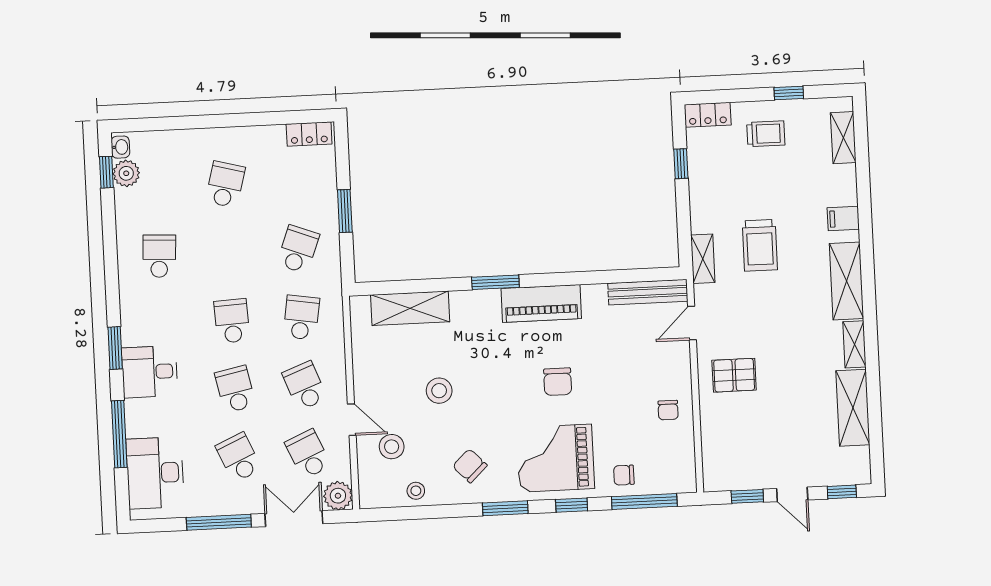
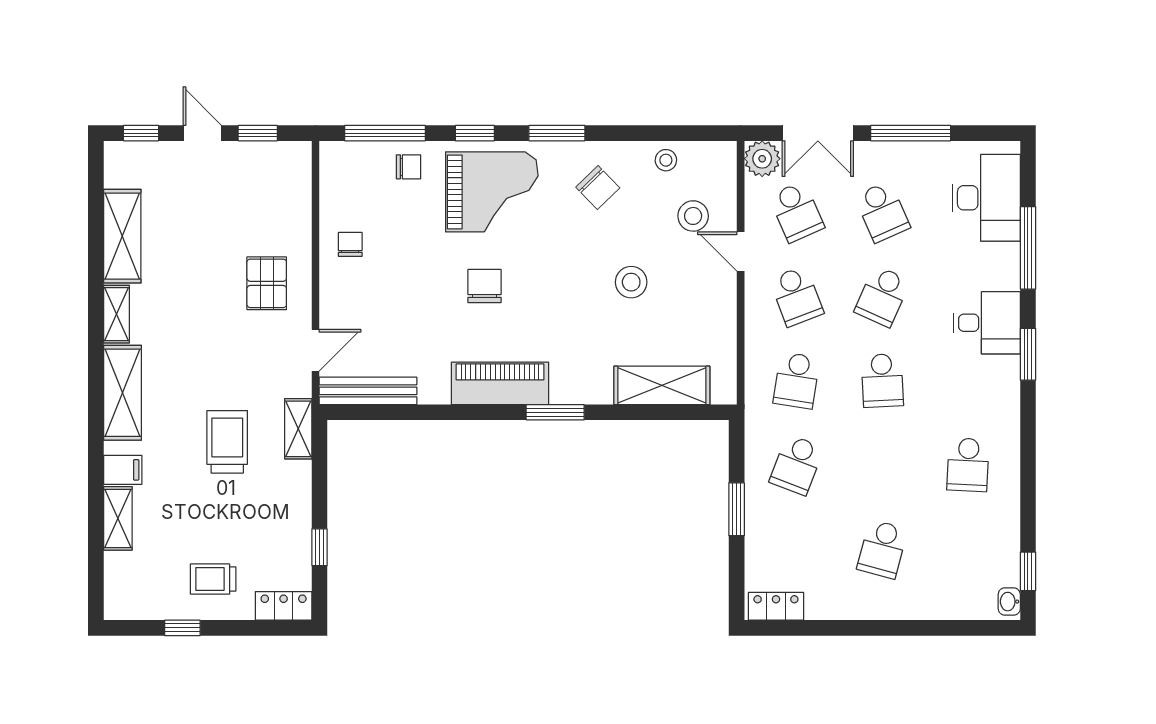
shelving: (843, 138) -> (118, 518), moved
plant: (126, 173) -> (1004, 569), removed
pallet: (734, 375) -> (267, 283), turned 90
school desk: (235, 389) -> (882, 296), turned 36

